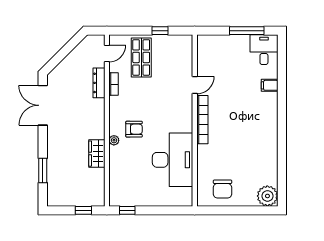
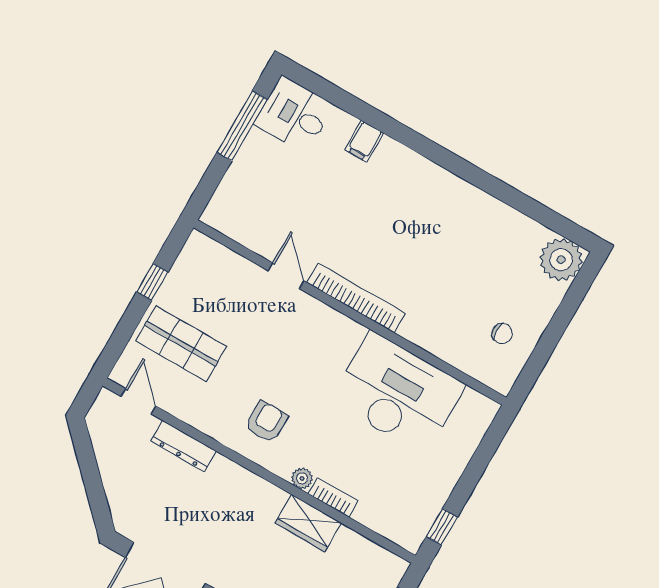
bookcase: (114, 84) -> (333, 497), moved
armchair: (134, 129) -> (266, 422), moved
chair: (222, 189) -> (502, 334), width x0.54, depth x0.54

